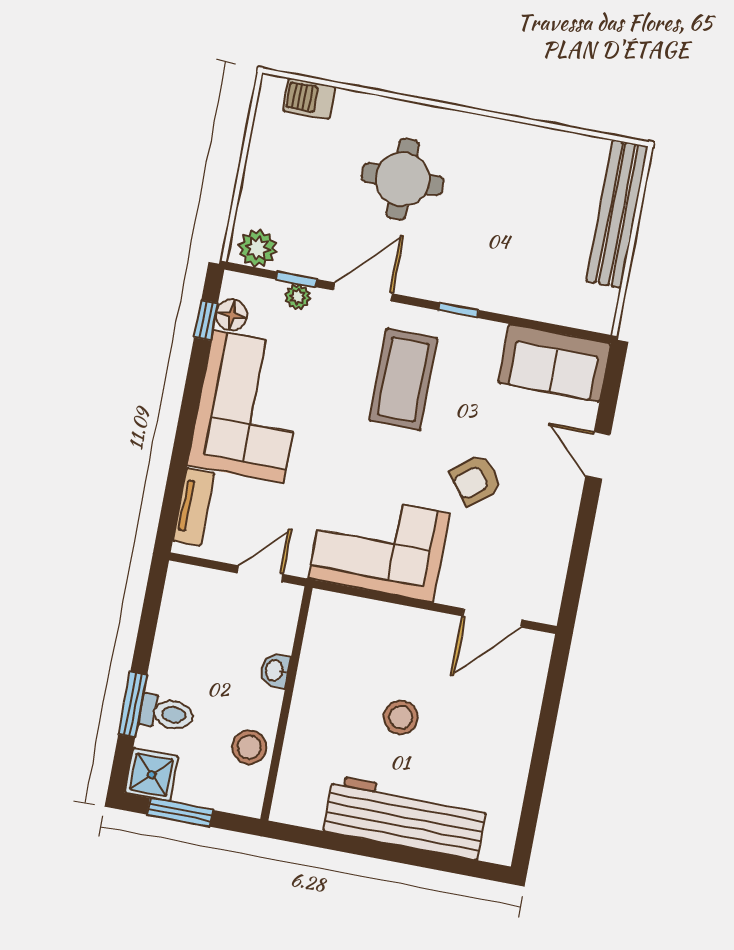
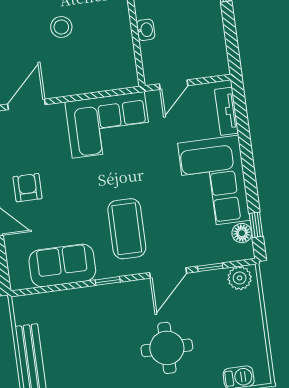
plant: (298, 297) -> (206, 257), removed
sofa: (554, 363) -> (62, 265), moved
armchair: (476, 480) -> (28, 188), moved, turned -52

